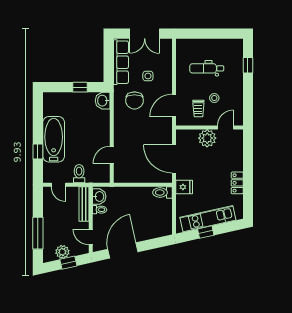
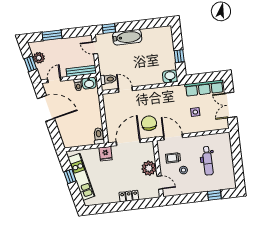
dental chair: (207, 68) -> (208, 161), turned 180
chair: (135, 100) -> (149, 123), moved, turned 90
bathtub: (54, 139) -> (127, 37), width x0.73, depth x0.73
window: (38, 151) -> (109, 28), moved
toilet: (79, 174) -> (108, 79), moved
locker: (237, 183) -> (129, 196), moved
door: (58, 185) -> (95, 48), hinge flipped
window: (38, 233) -> (52, 35), width x0.69

